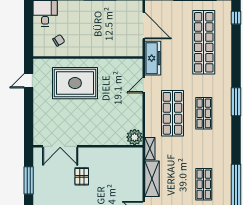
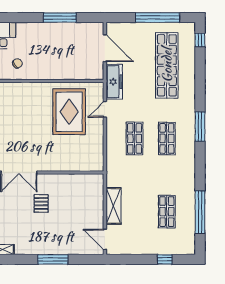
rug: (75, 83) -> (69, 112), moved, turned 90
shop shelf: (172, 113) -> (135, 138), width x0.70, depth x0.74
plant: (135, 137) -> (95, 163), removed
shelving: (150, 149) -> (111, 175), removed

